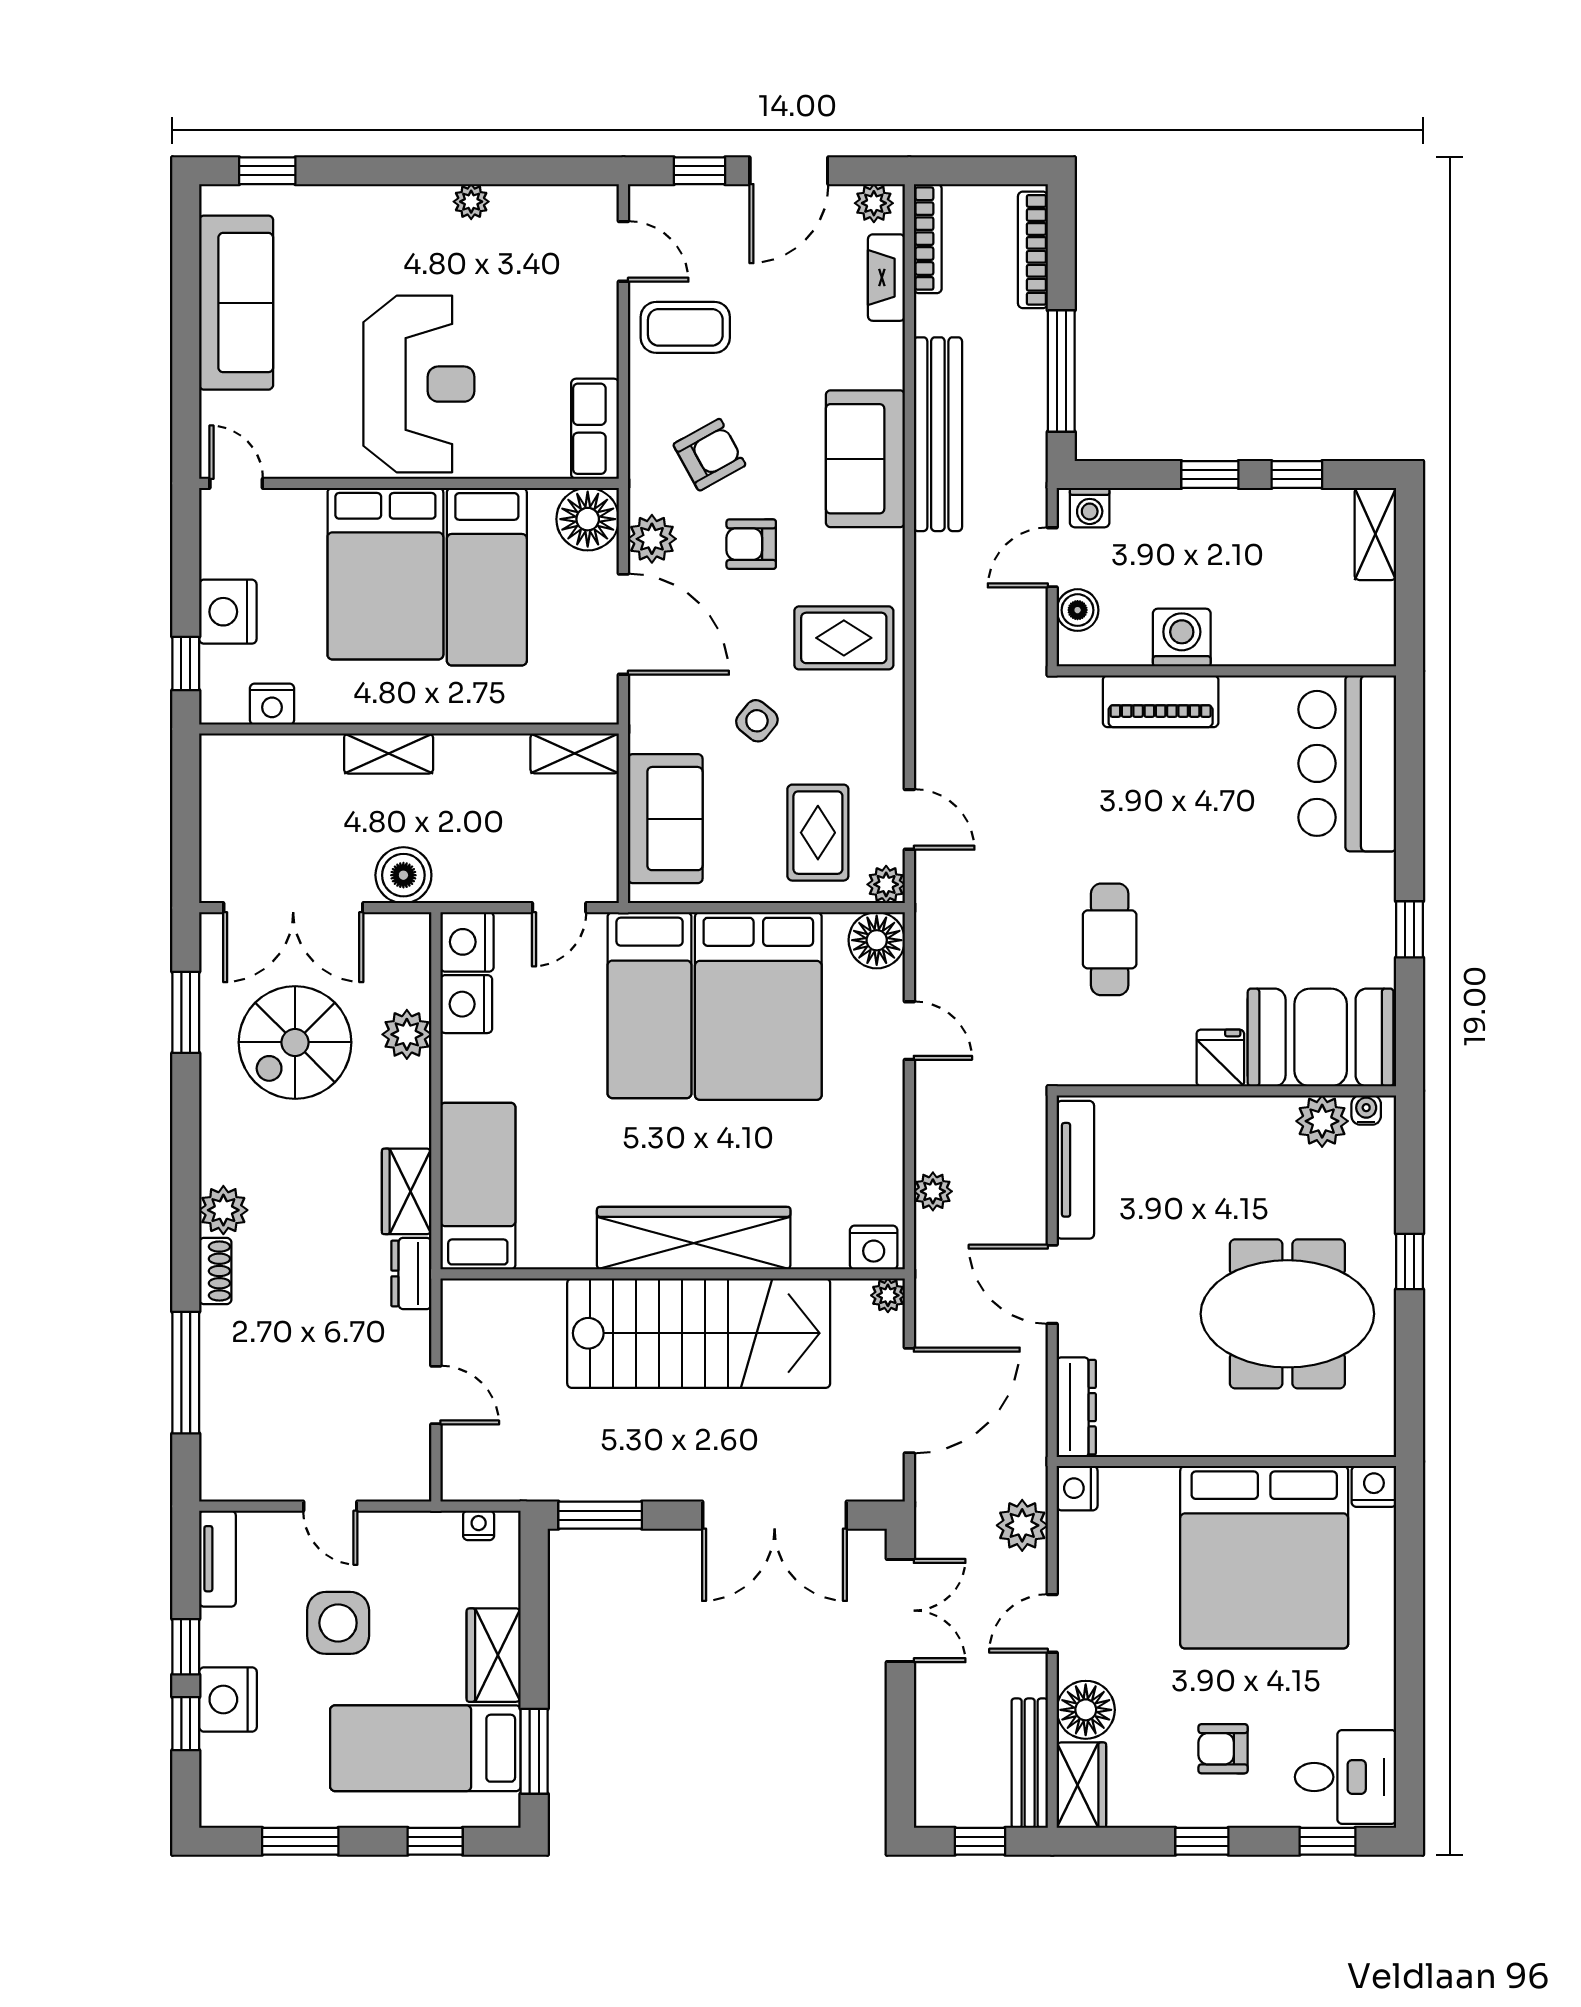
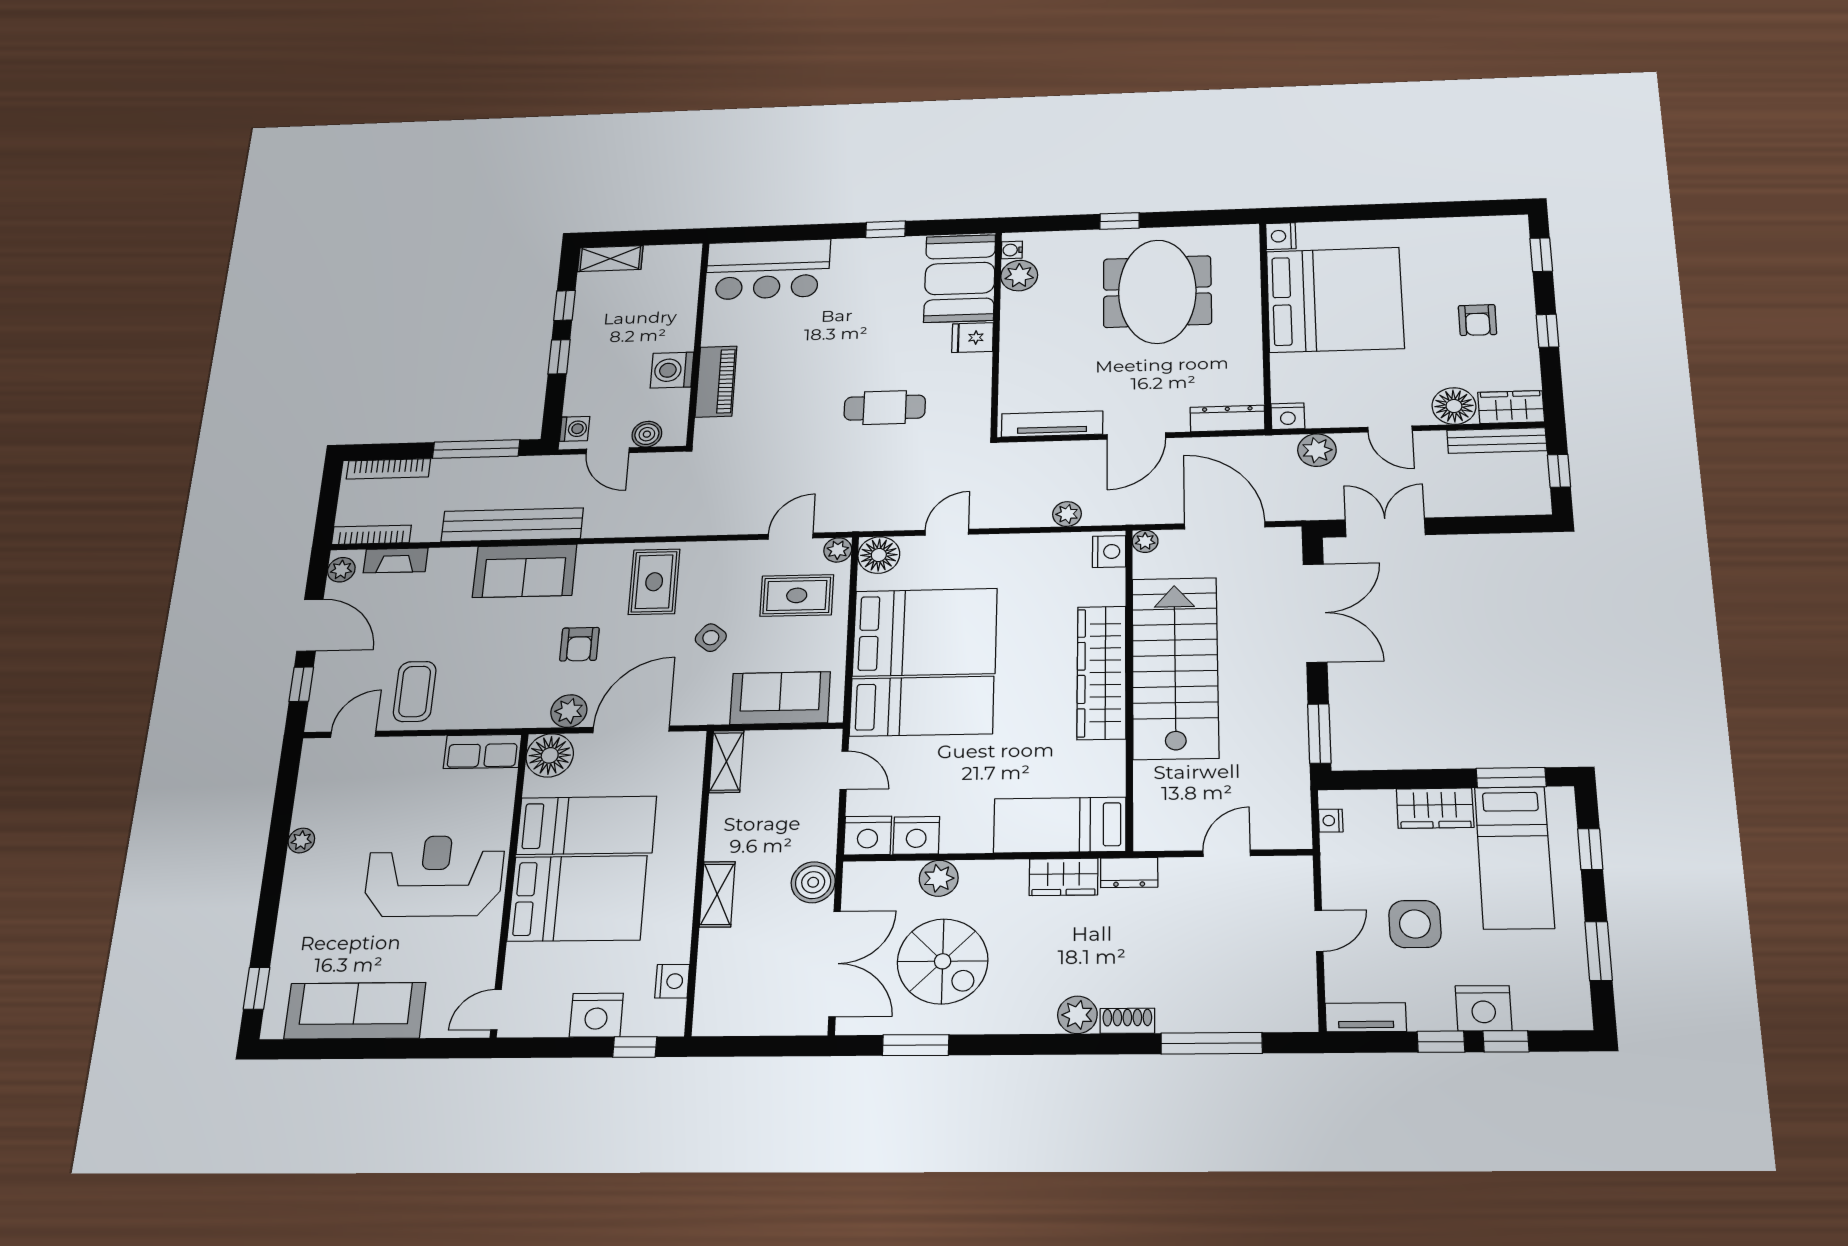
armchair: (709, 455) -> (511, 673), removed
desk: (1346, 1777) -> (1493, 246), removed

